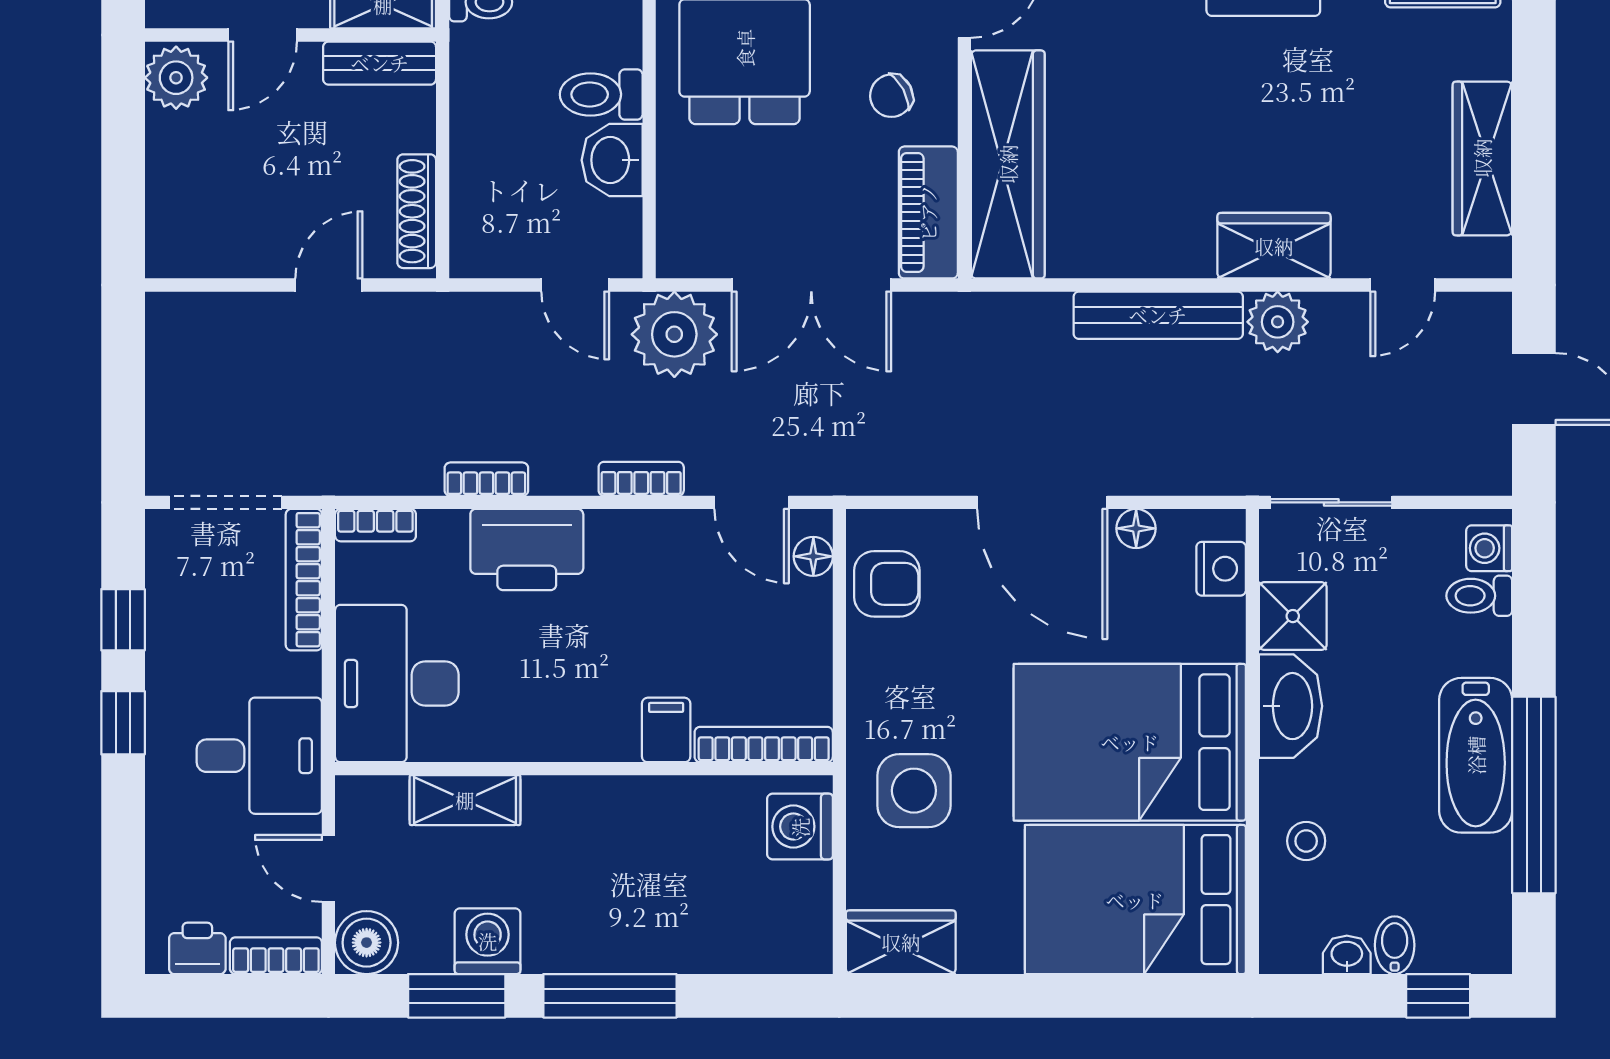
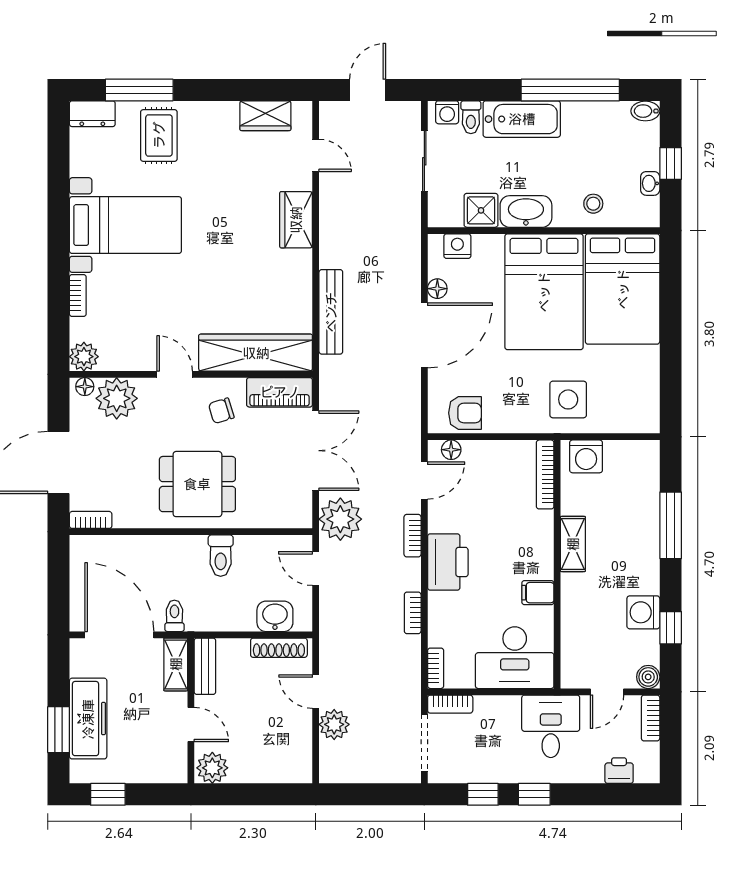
chair: (891, 96) -> (221, 411), turned 101
wardrobe: (1482, 158) -> (265, 116), width x0.67
washbasin: (612, 160) -> (275, 616), moved, turned 180
door: (575, 285) -> (316, 569), swing flipped
bench: (1158, 315) -> (331, 312), moved
plant: (1278, 322) -> (334, 724), moved
sliding door: (1331, 502) -> (424, 161), moved
printer: (527, 549) -> (448, 562), moved
bookcase: (304, 580) -> (450, 704), width x0.64
armchair: (887, 584) -> (465, 413), turned 90
filing cabinet: (666, 730) -> (538, 593), moved
bathtub: (1476, 755) -> (522, 119), moved
shelving: (465, 800) -> (573, 544), moved
wardrobe: (901, 942) -> (644, 406), removed
boiler: (367, 943) -> (648, 677), width x0.73, depth x0.73
bidet: (1395, 945) -> (645, 111), moved
printer: (197, 948) -> (619, 771), moved, turned 90
window: (457, 996) -> (671, 628), width x0.67
window: (610, 996) -> (671, 525), moved
window: (1438, 996) -> (671, 163), moved

